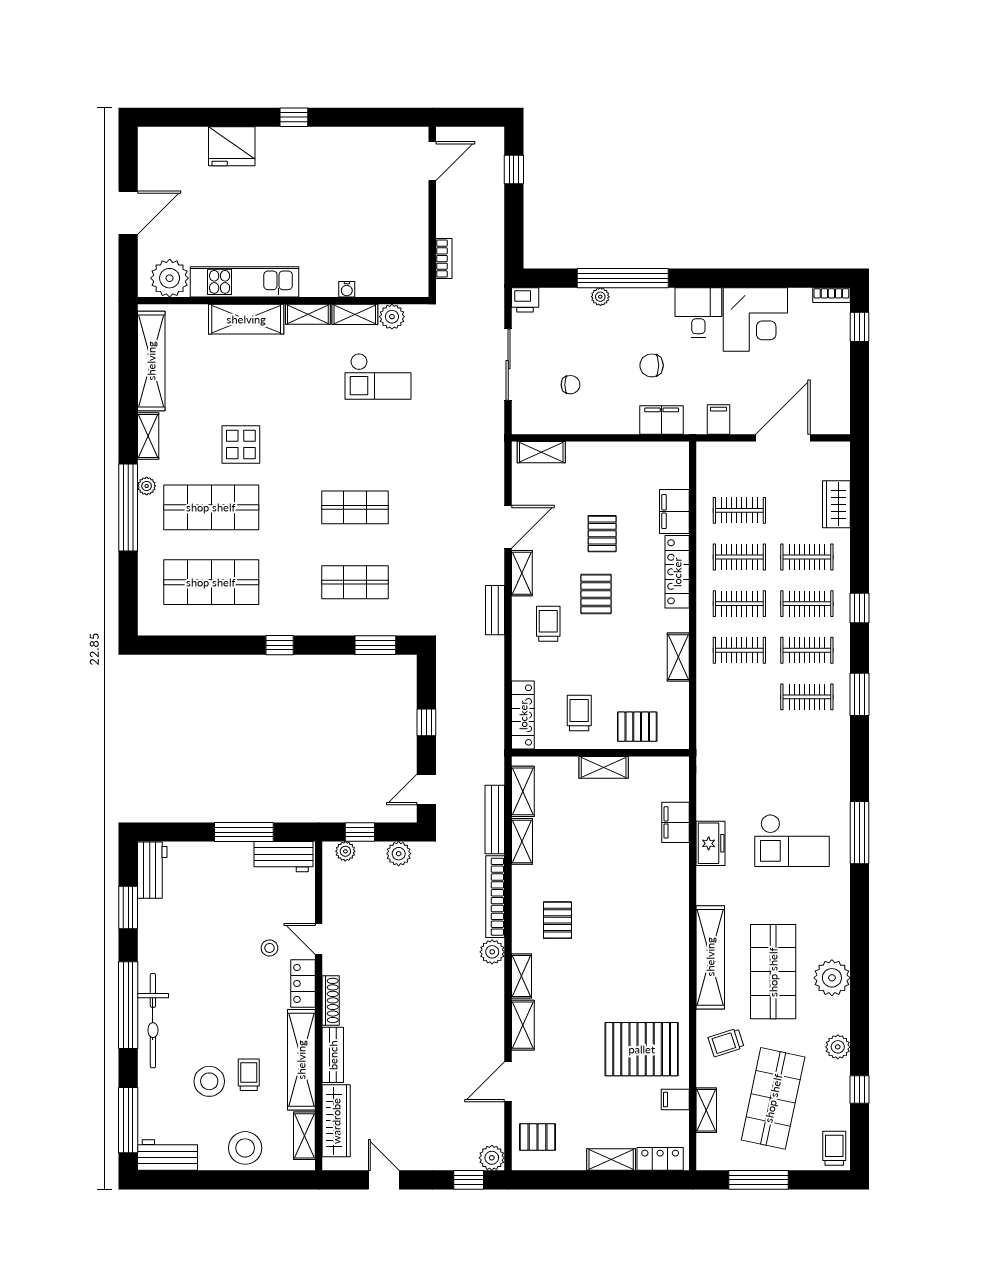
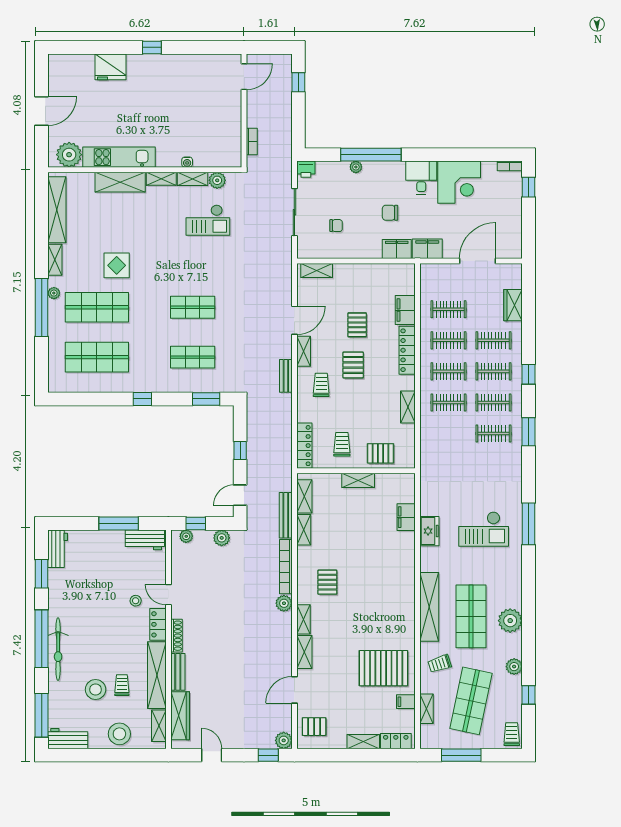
filing cabinet: (718, 420) -> (427, 249), width x2.00

